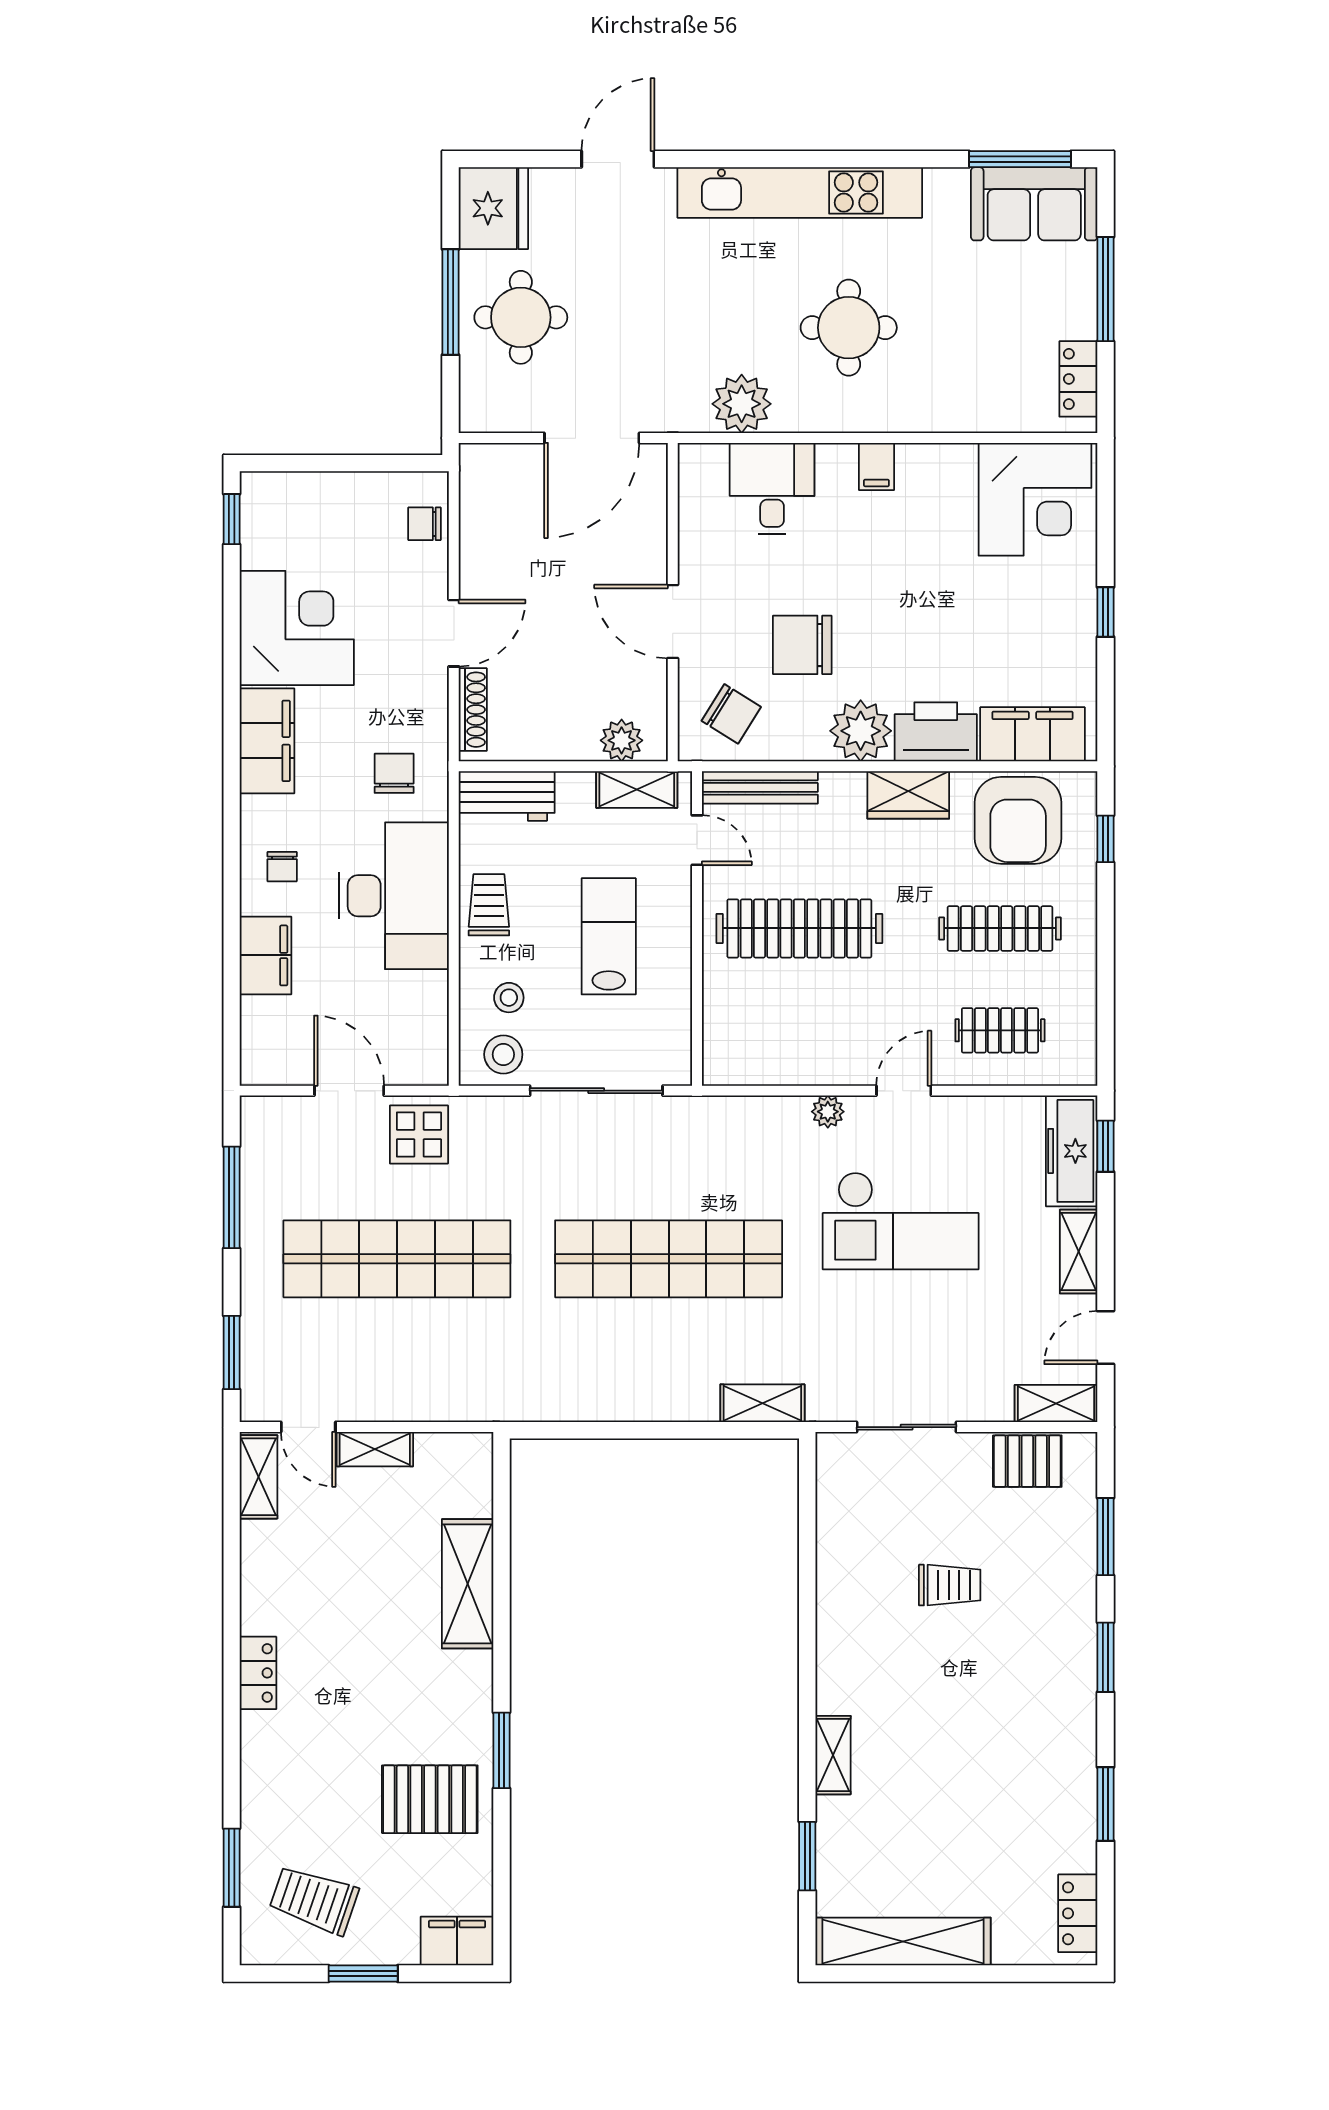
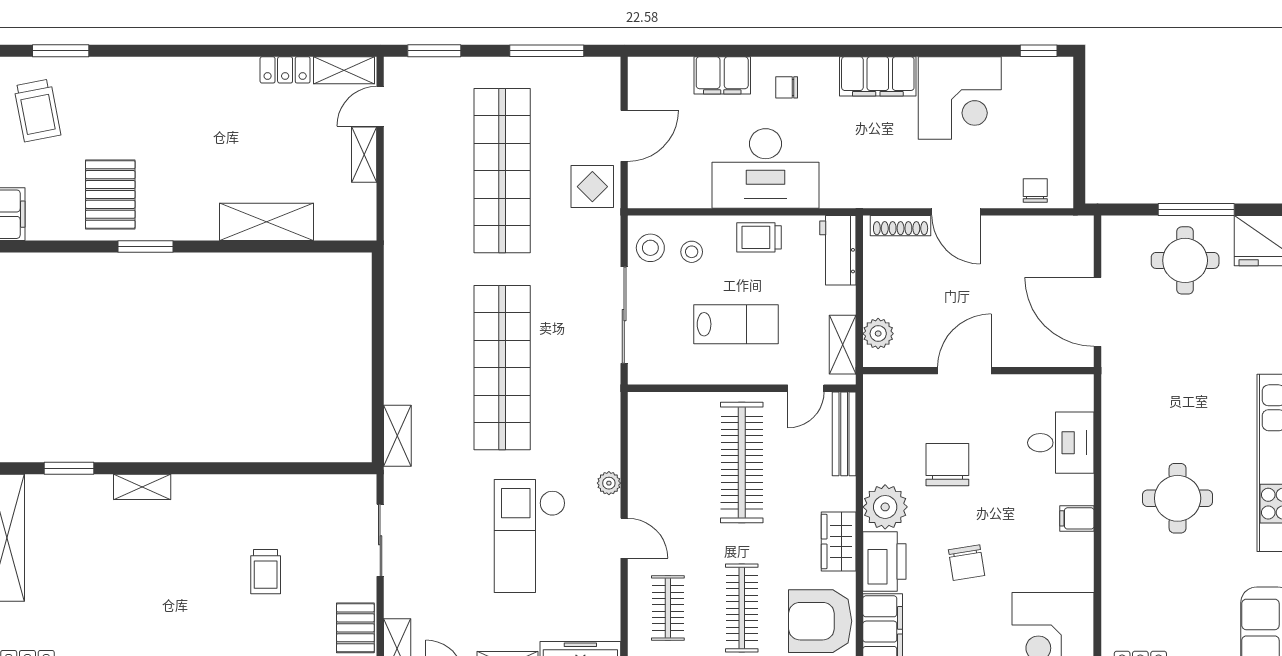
plant: (742, 404) -> (1122, 421), removed
chair: (731, 714) -> (967, 563), moved, turned -41
chair: (394, 773) -> (854, 169), removed
trolley: (489, 905) -> (759, 237), turned 180
locker: (258, 1673) -> (285, 70), moved
trolley: (314, 1900) -> (37, 110), turned 150

